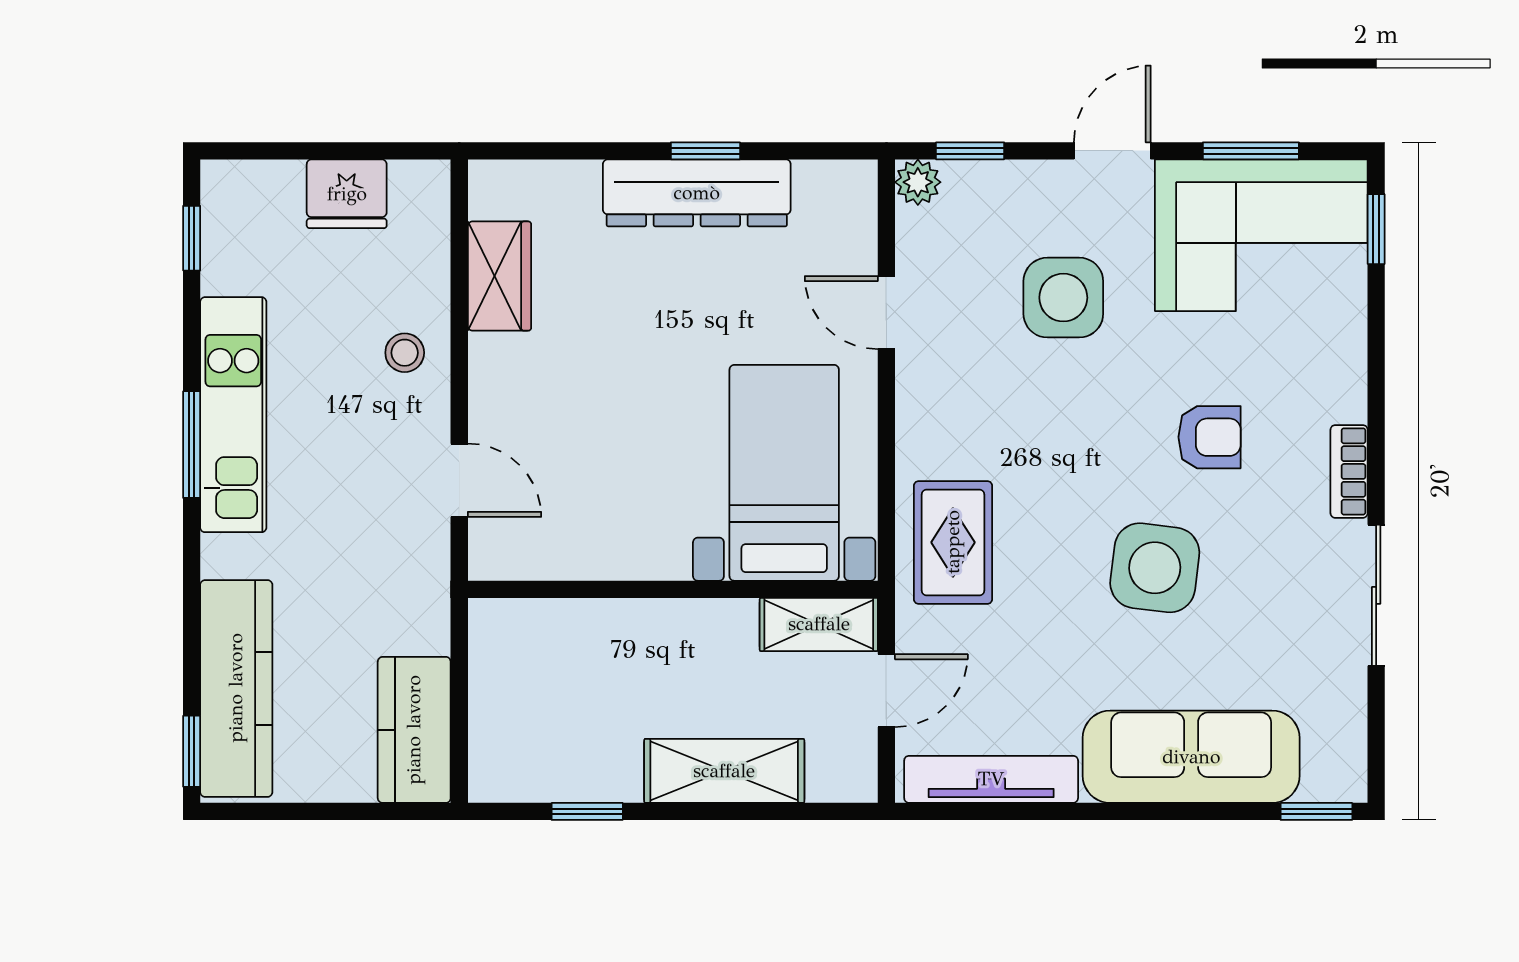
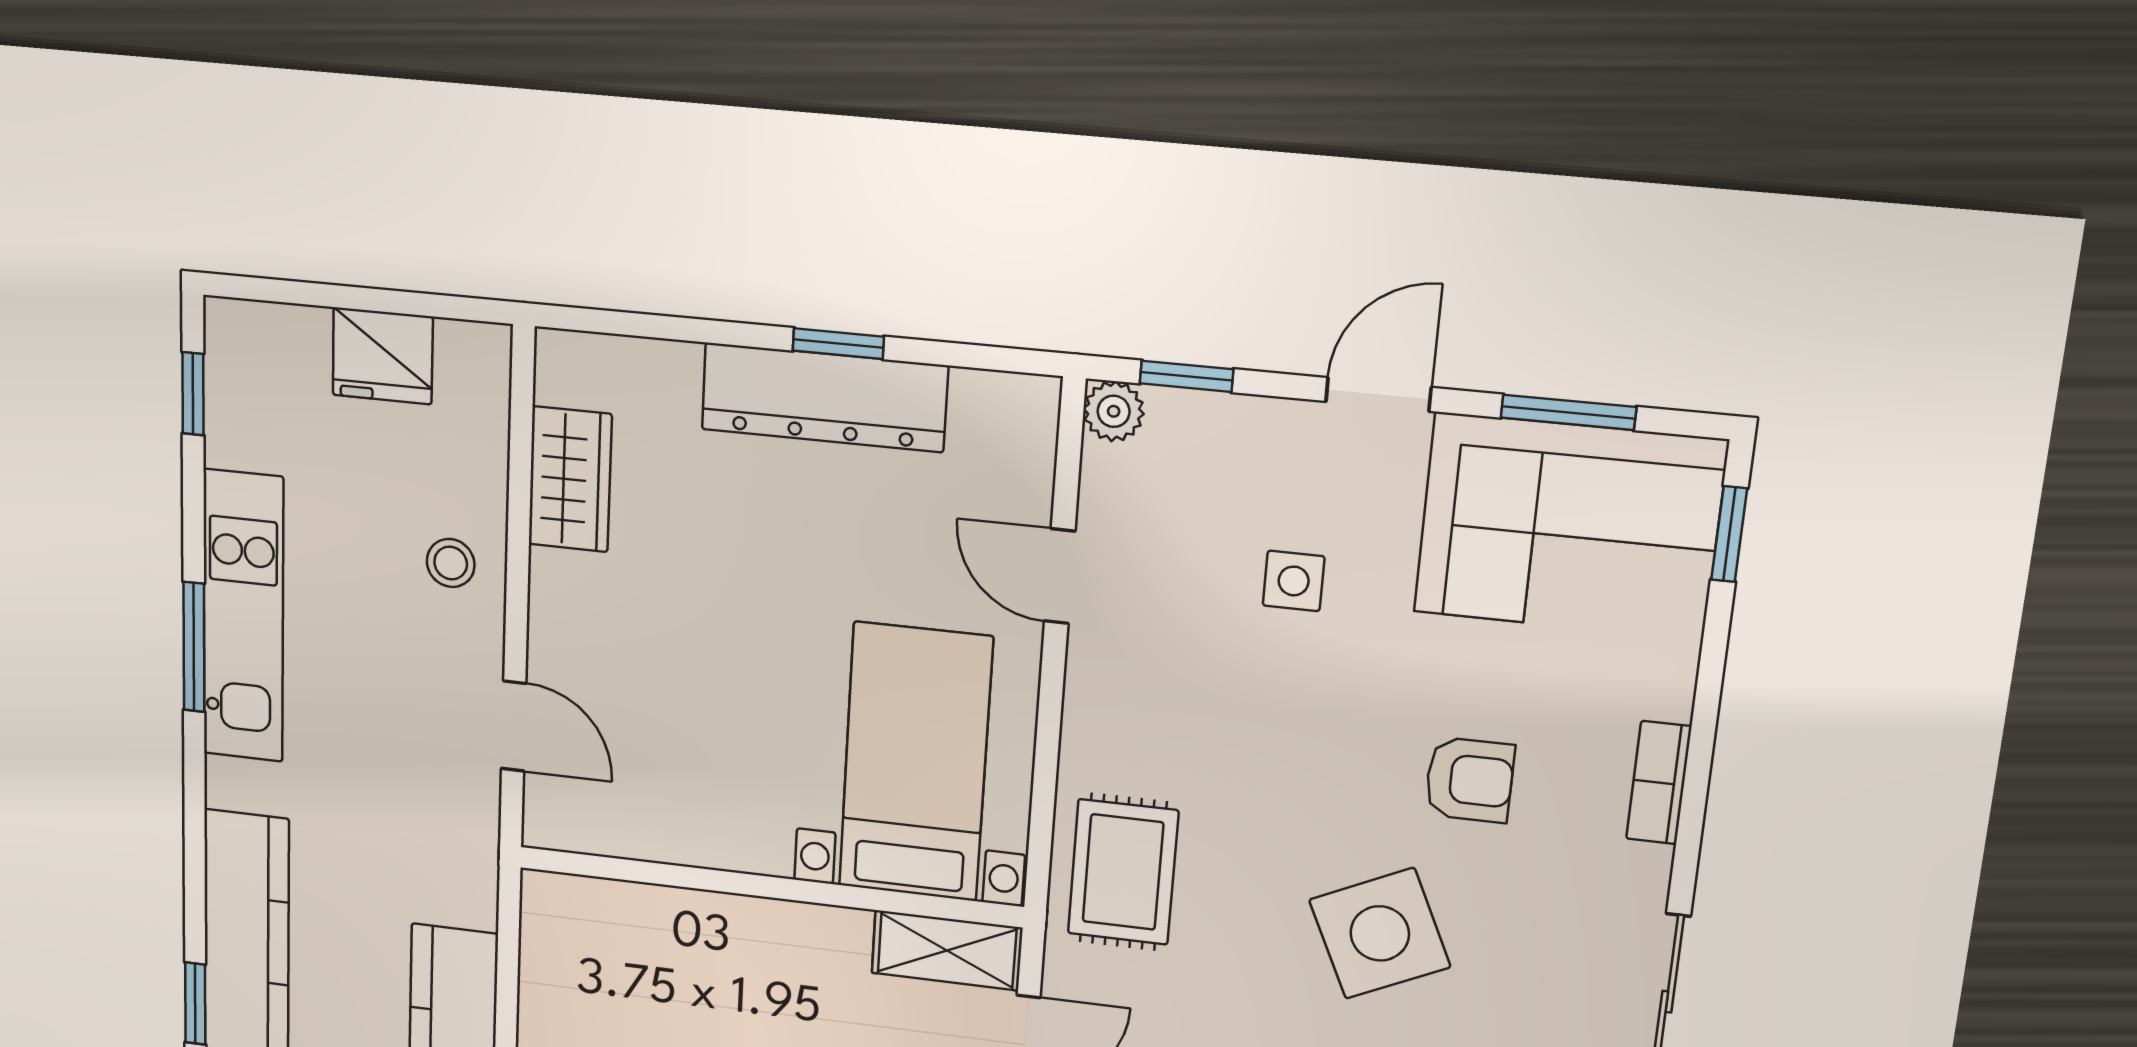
side table: (1063, 298) -> (1294, 581), width x0.54, depth x0.54
bookcase: (1349, 471) -> (1659, 783), moved
side table: (1155, 568) -> (1380, 933), turned -32

